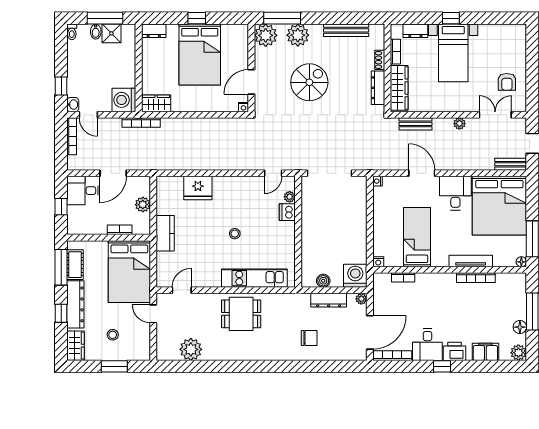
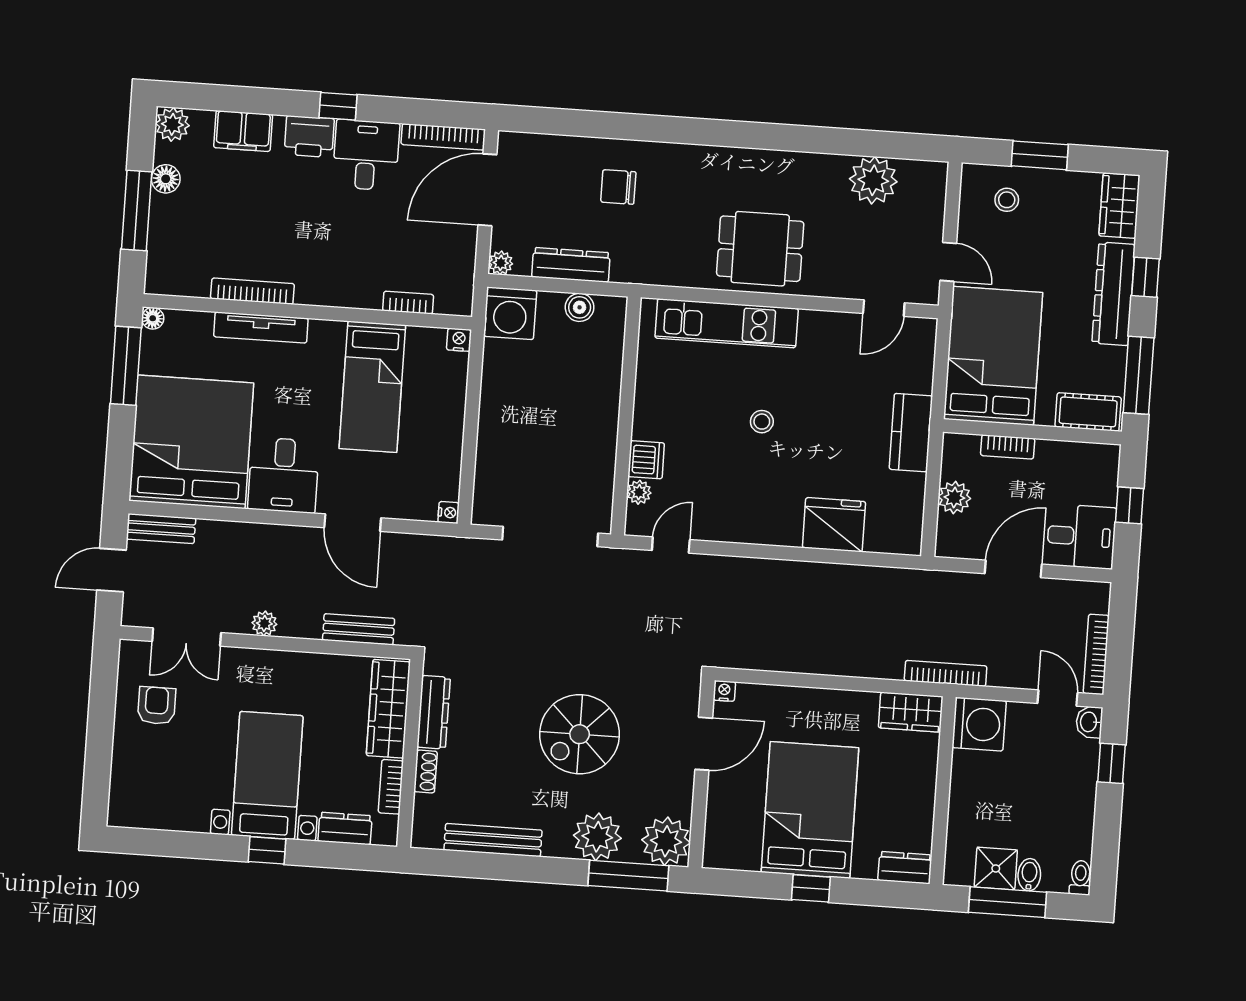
cot: (75, 265) -> (1088, 412), moved, turned 90
stool: (113, 335) -> (1007, 200), moved

